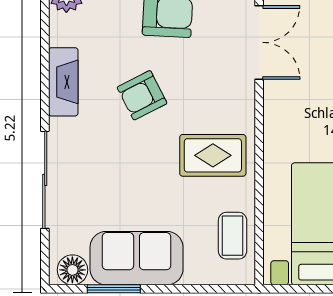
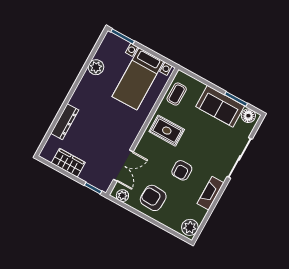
double door: (259, 42) -> (123, 166), swing flipped
armchair: (142, 95) -> (182, 170), turned 117

